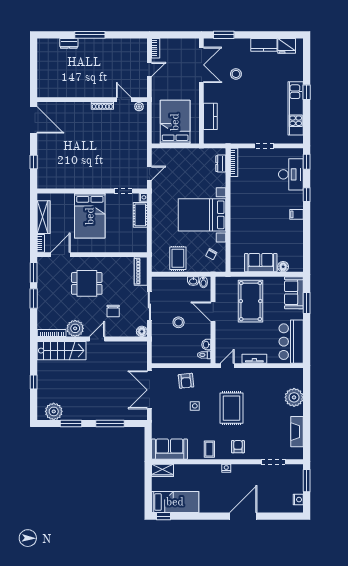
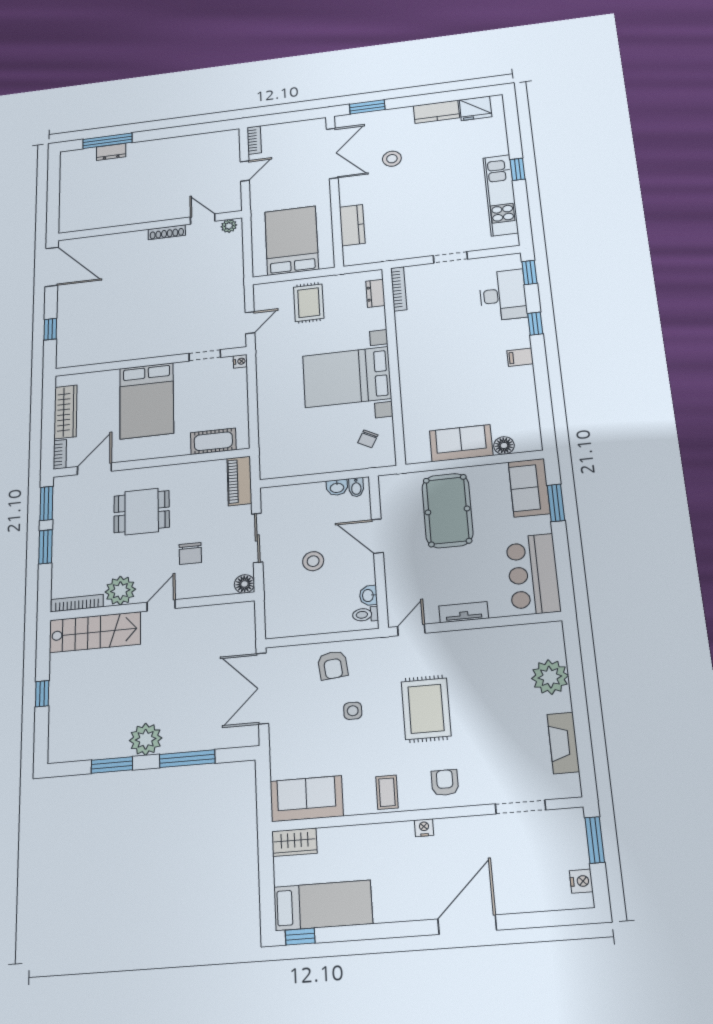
window: (90, 35) -> (107, 141), moved
cot: (140, 215) -> (213, 441), moved, turned 90
rug: (178, 258) -> (309, 303), moved
plant: (54, 411) -> (146, 739), moved

